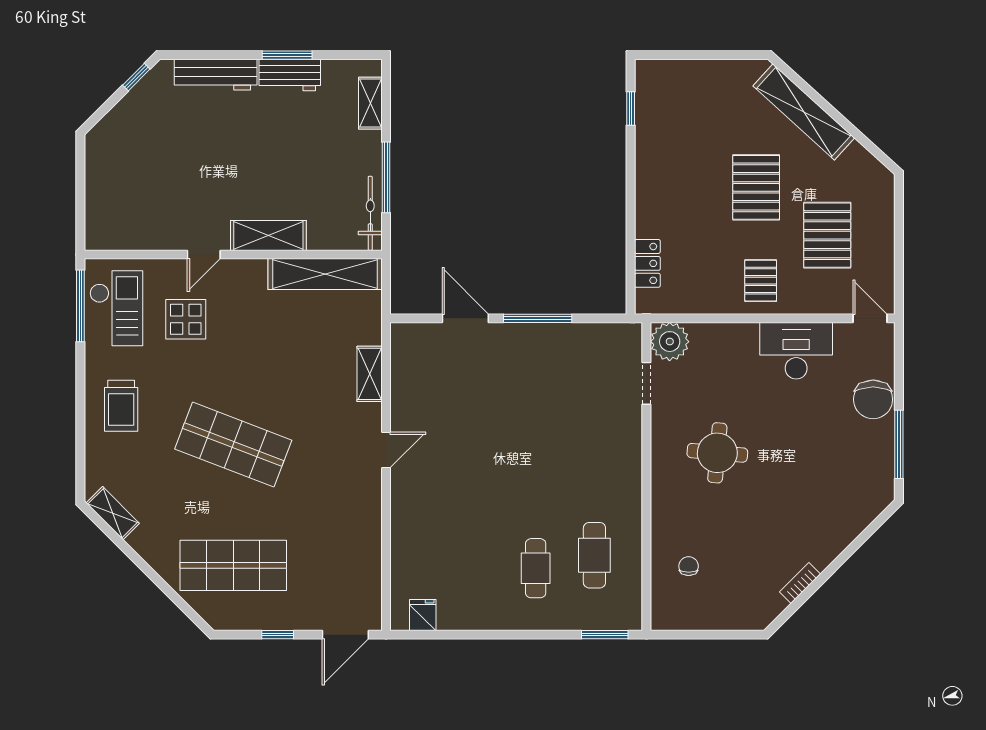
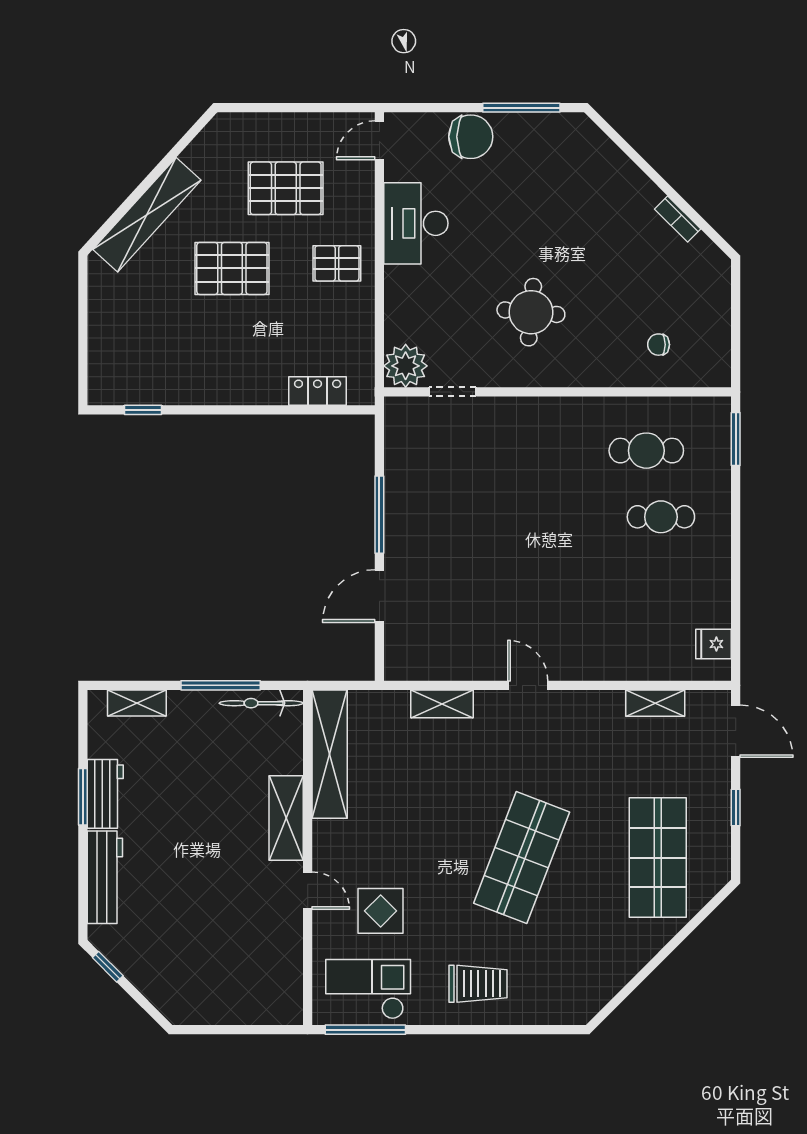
shelving: (113, 513) -> (655, 703), moved, turned 45

